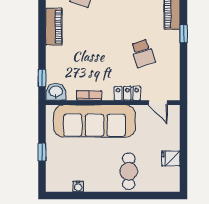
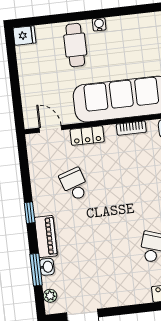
fridge: (171, 158) -> (24, 35), moved
water cooler: (78, 187) -> (99, 24), moved

